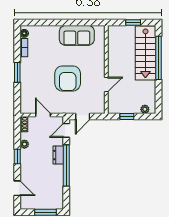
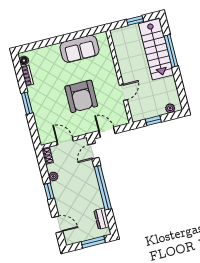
window: (159, 58) -> (171, 51), width x0.68
door: (83, 117) -> (107, 132), swing flipped
dresser: (58, 155) -> (102, 219), moved

